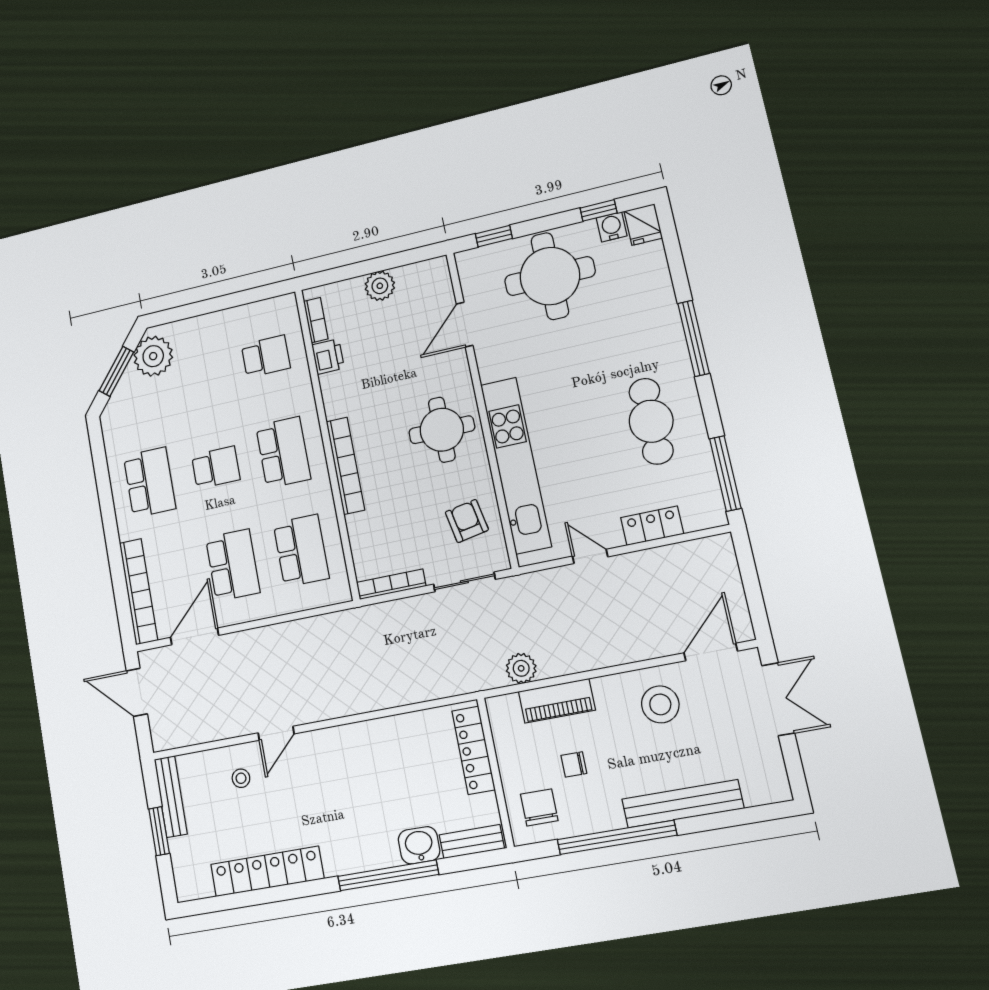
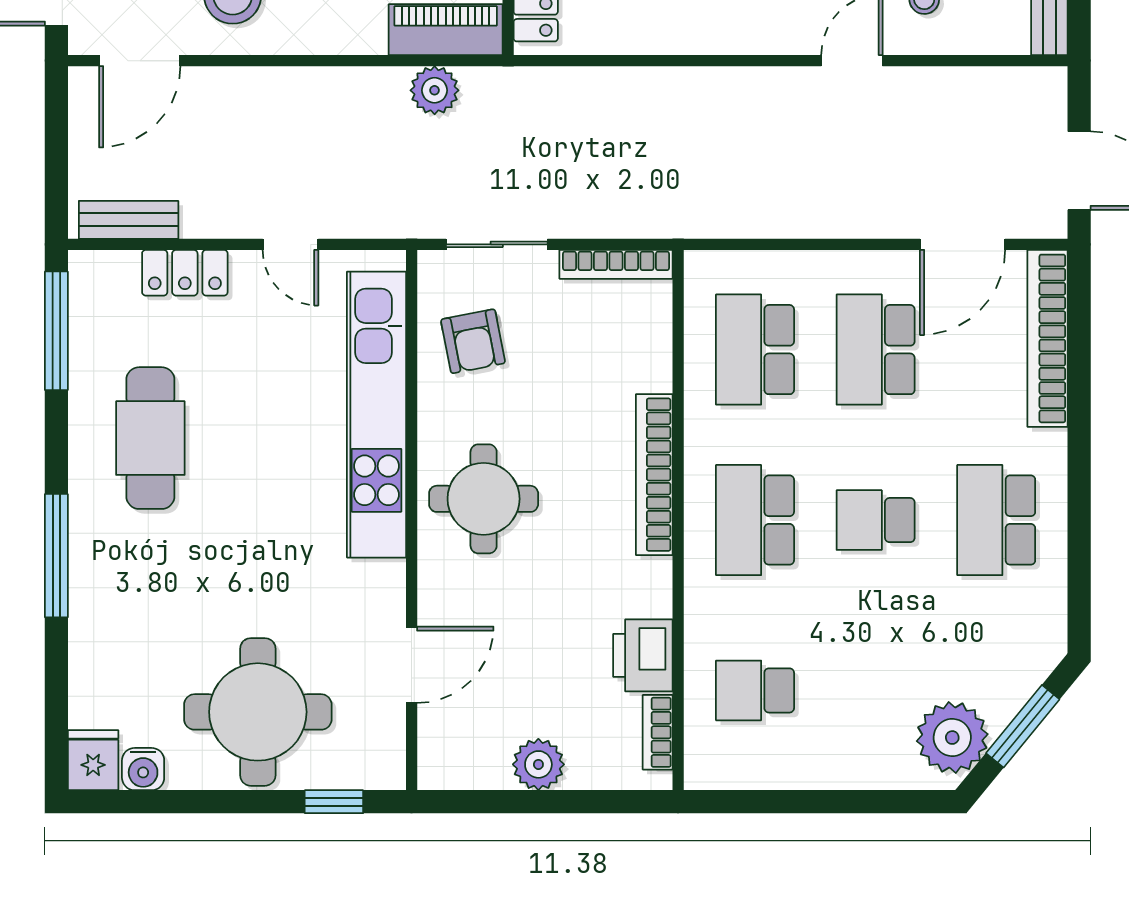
window: (599, 210) -> (158, 802), removed
printer: (328, 357) -> (643, 655), width x1.36, depth x1.24
bench: (695, 551) -> (129, 220), added
piano: (557, 701) -> (446, 30), moved

